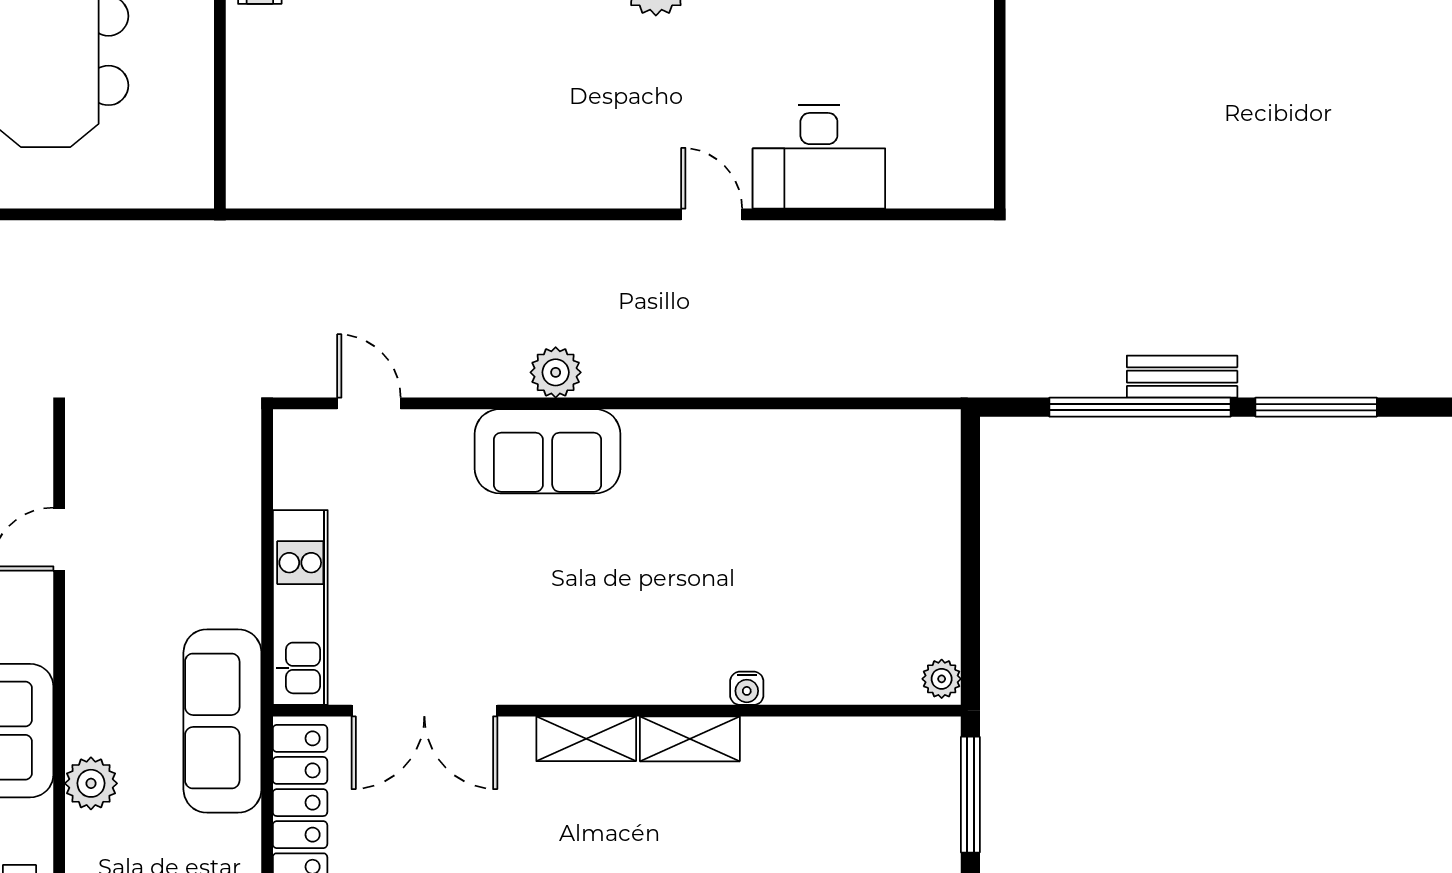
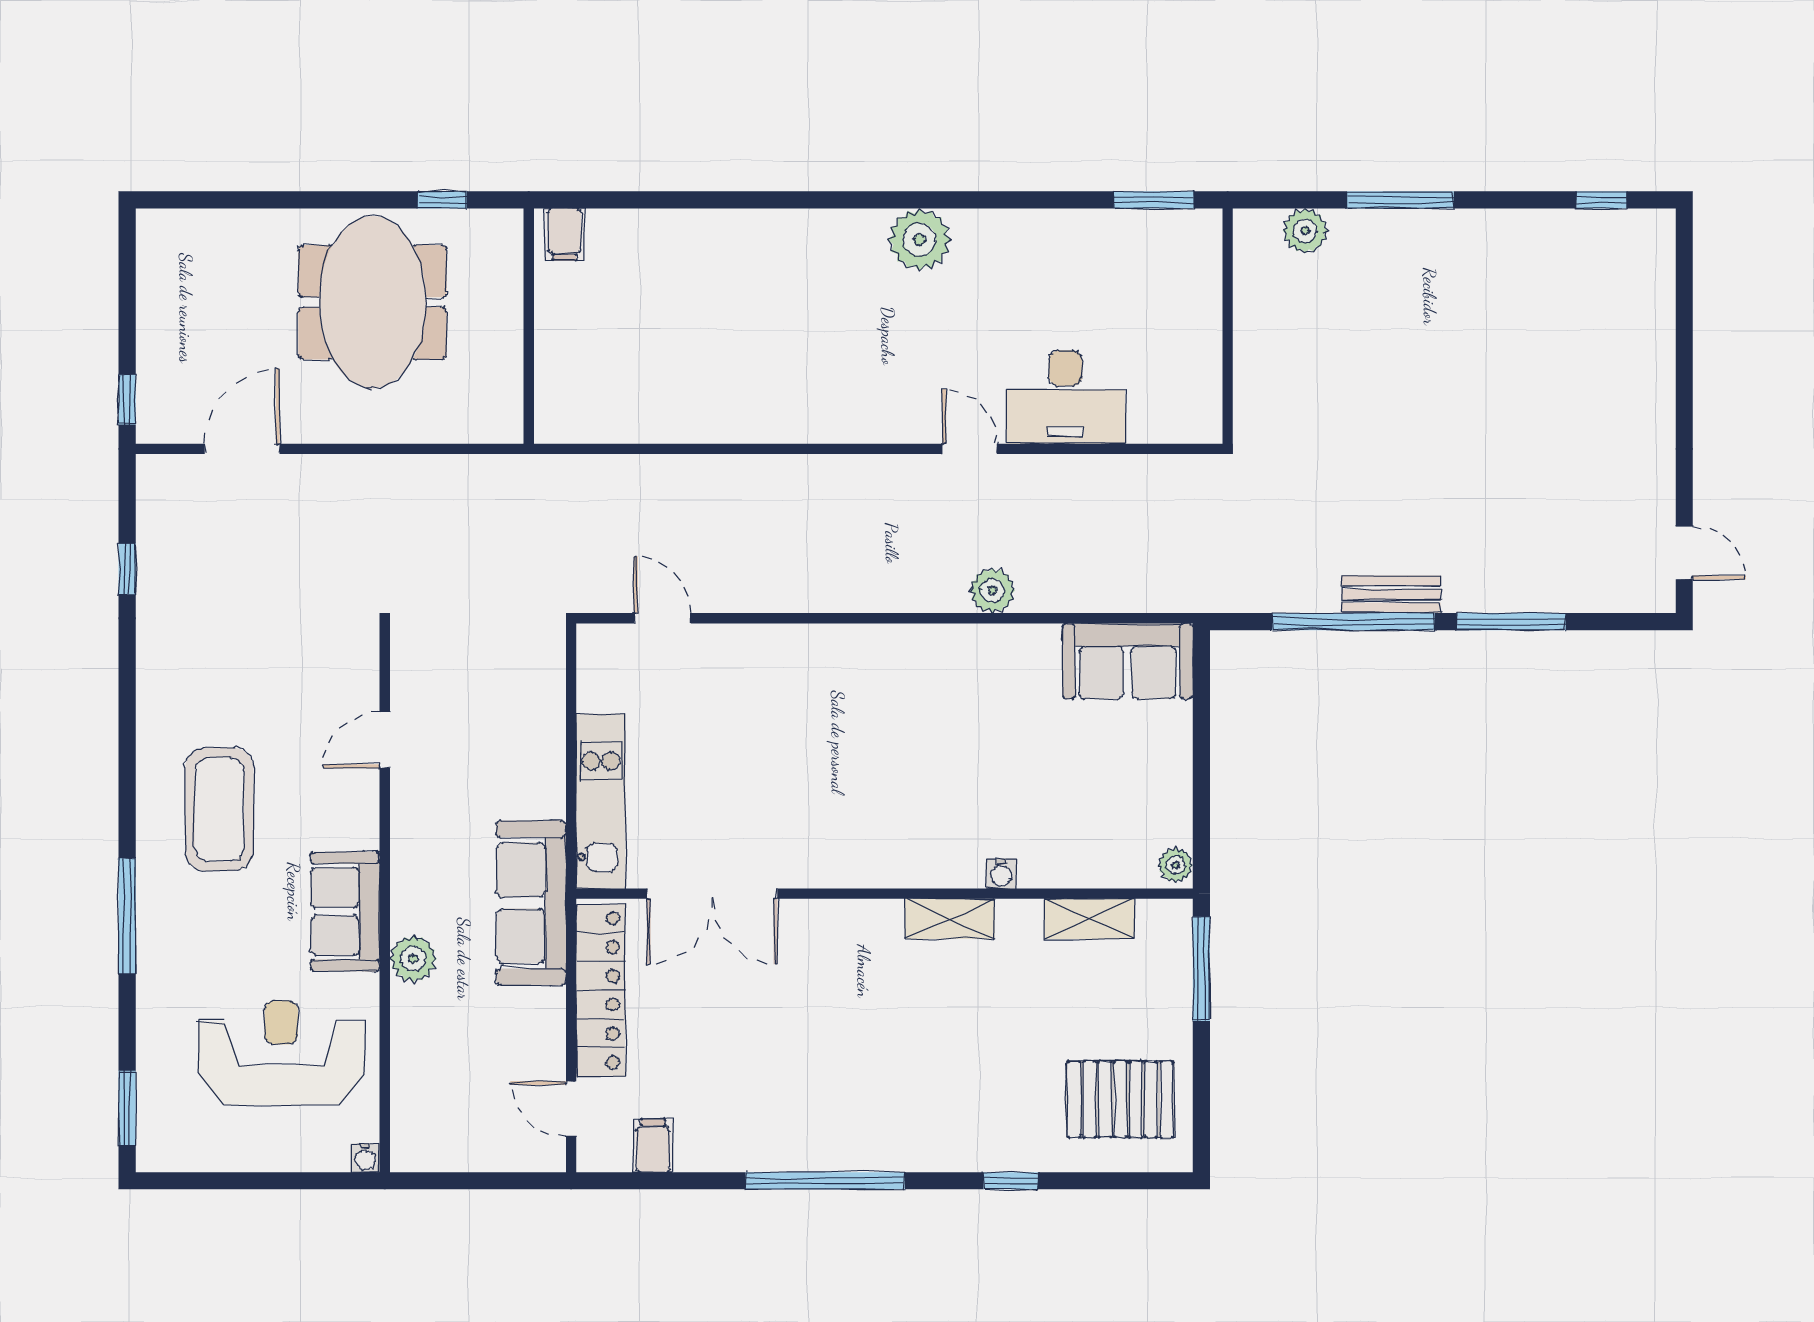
plant: (556, 372) -> (992, 590), moved
sofa: (548, 451) -> (1128, 661), moved
shelving: (586, 739) -> (1089, 919), moved

